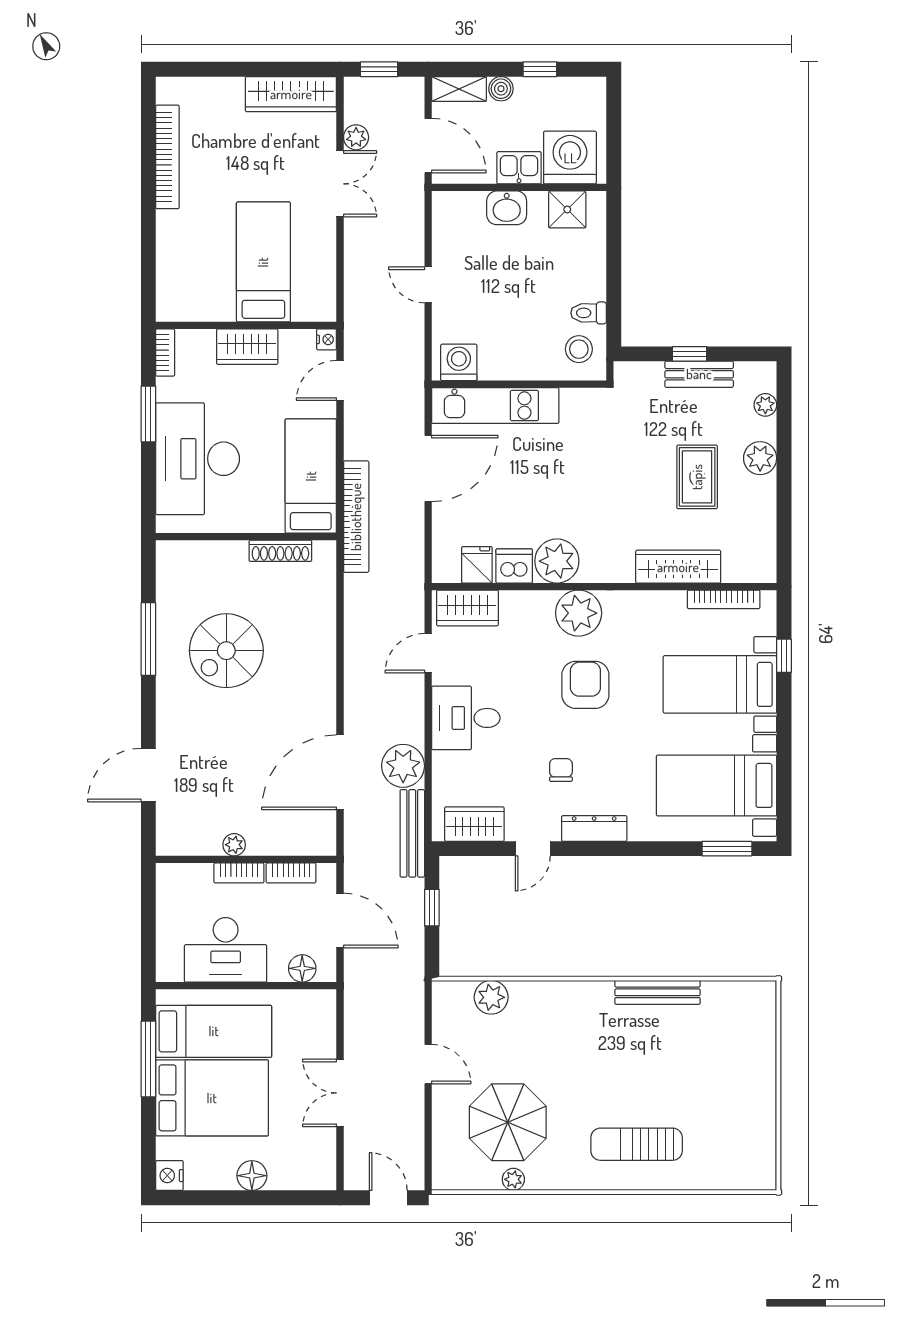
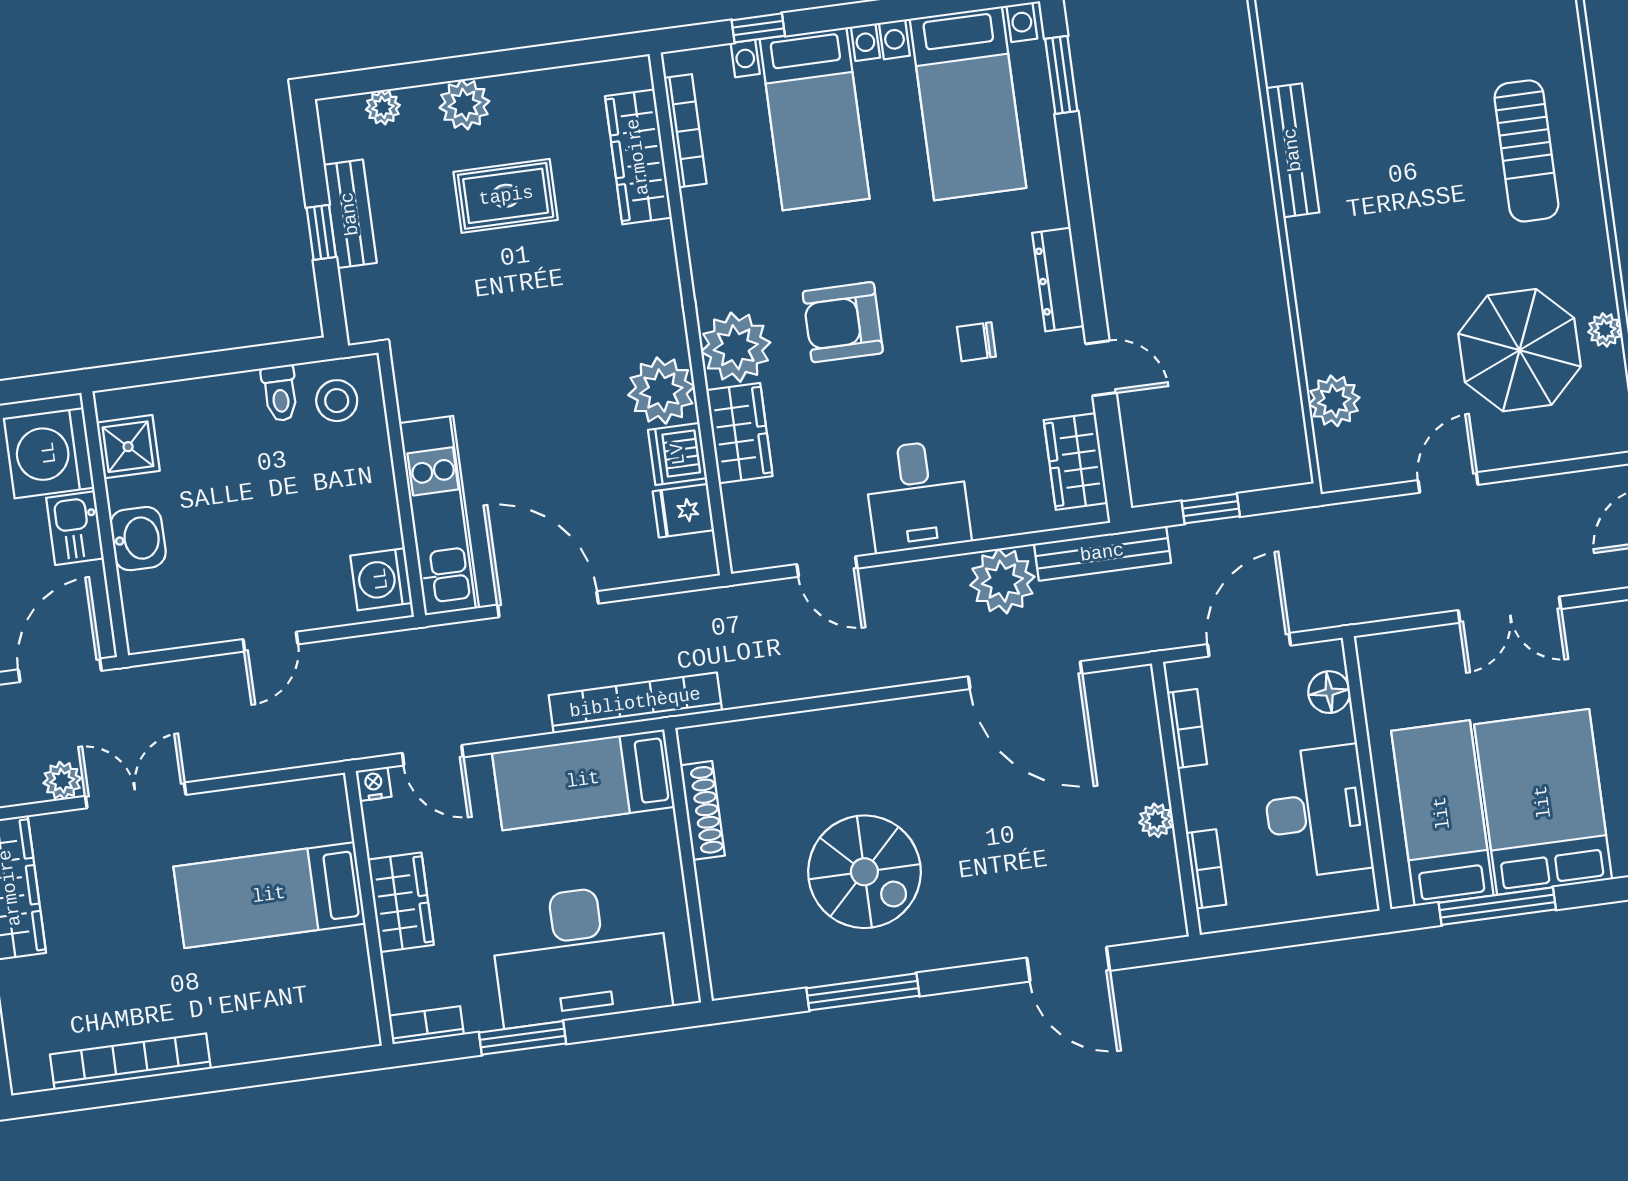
wardrobe: (678, 567) -> (638, 157), moved
wardrobe: (467, 608) -> (739, 433), moved
bookcase: (239, 873) -> (1206, 869), moved

